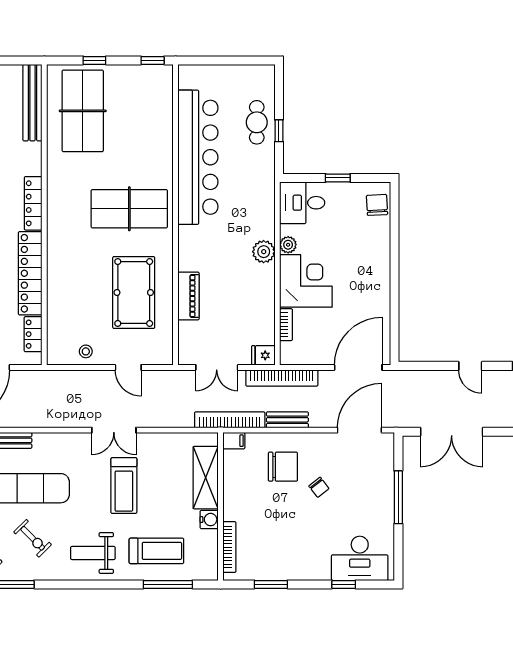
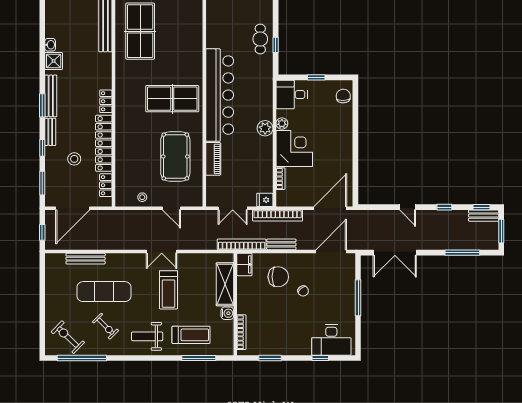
bar counter: (198, 157) -> (220, 95), moved
locker: (33, 203) -> (106, 101), width x0.66
filing cabinet: (234, 441) -> (244, 264), width x2.00

